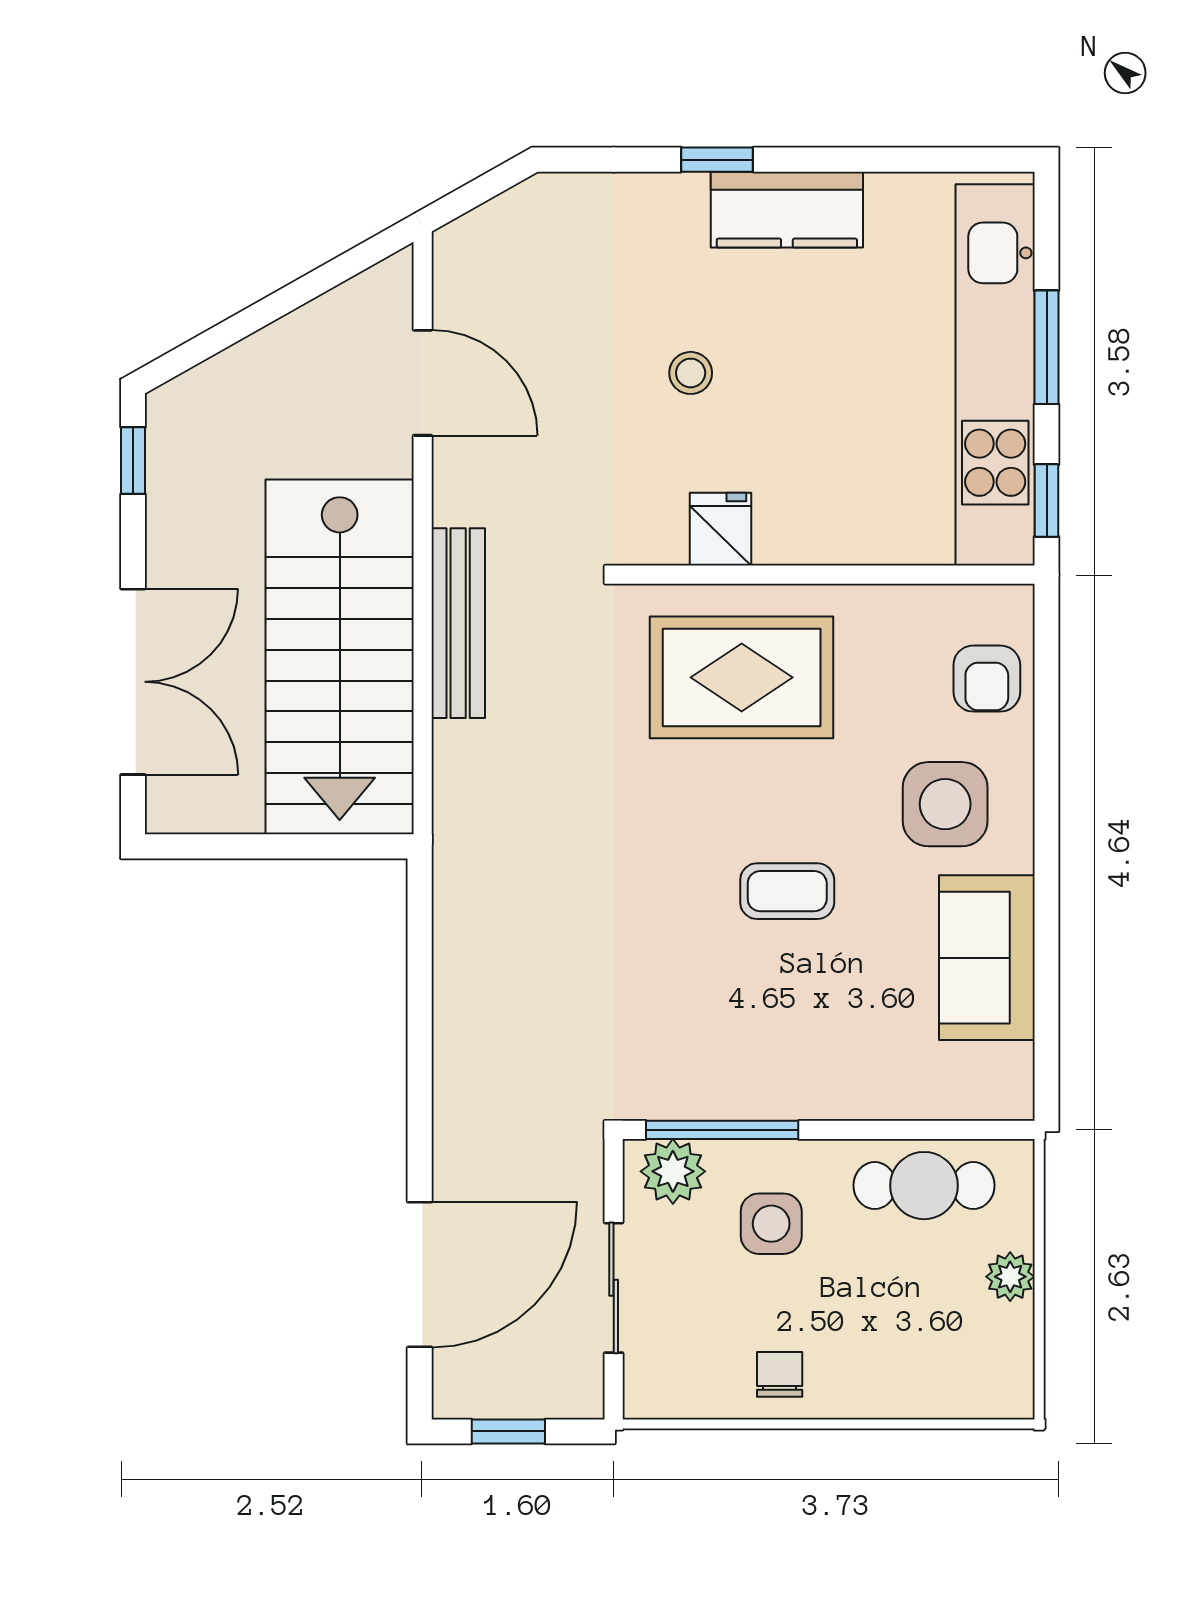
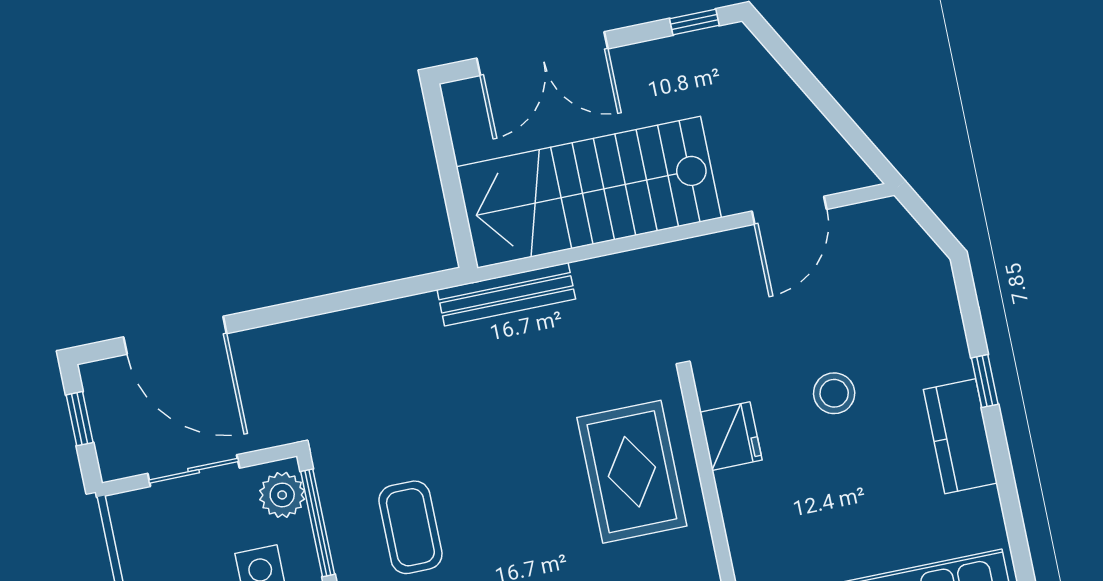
stool: (691, 373) -> (834, 393), width x1.37, depth x1.37
fridge: (720, 529) -> (731, 436), width x1.38
bench: (458, 623) -> (506, 294), moved
coffee table: (787, 891) -> (410, 527), moved, width x1.36, depth x1.30

